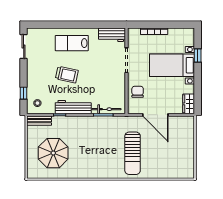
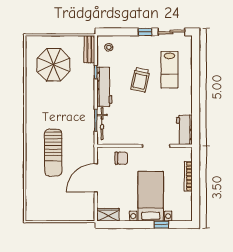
lab bench: (72, 43) -> (169, 70), moved, turned 180
window: (24, 93) -> (145, 32), moved
sun lounger: (133, 153) -> (53, 153), turned -90

